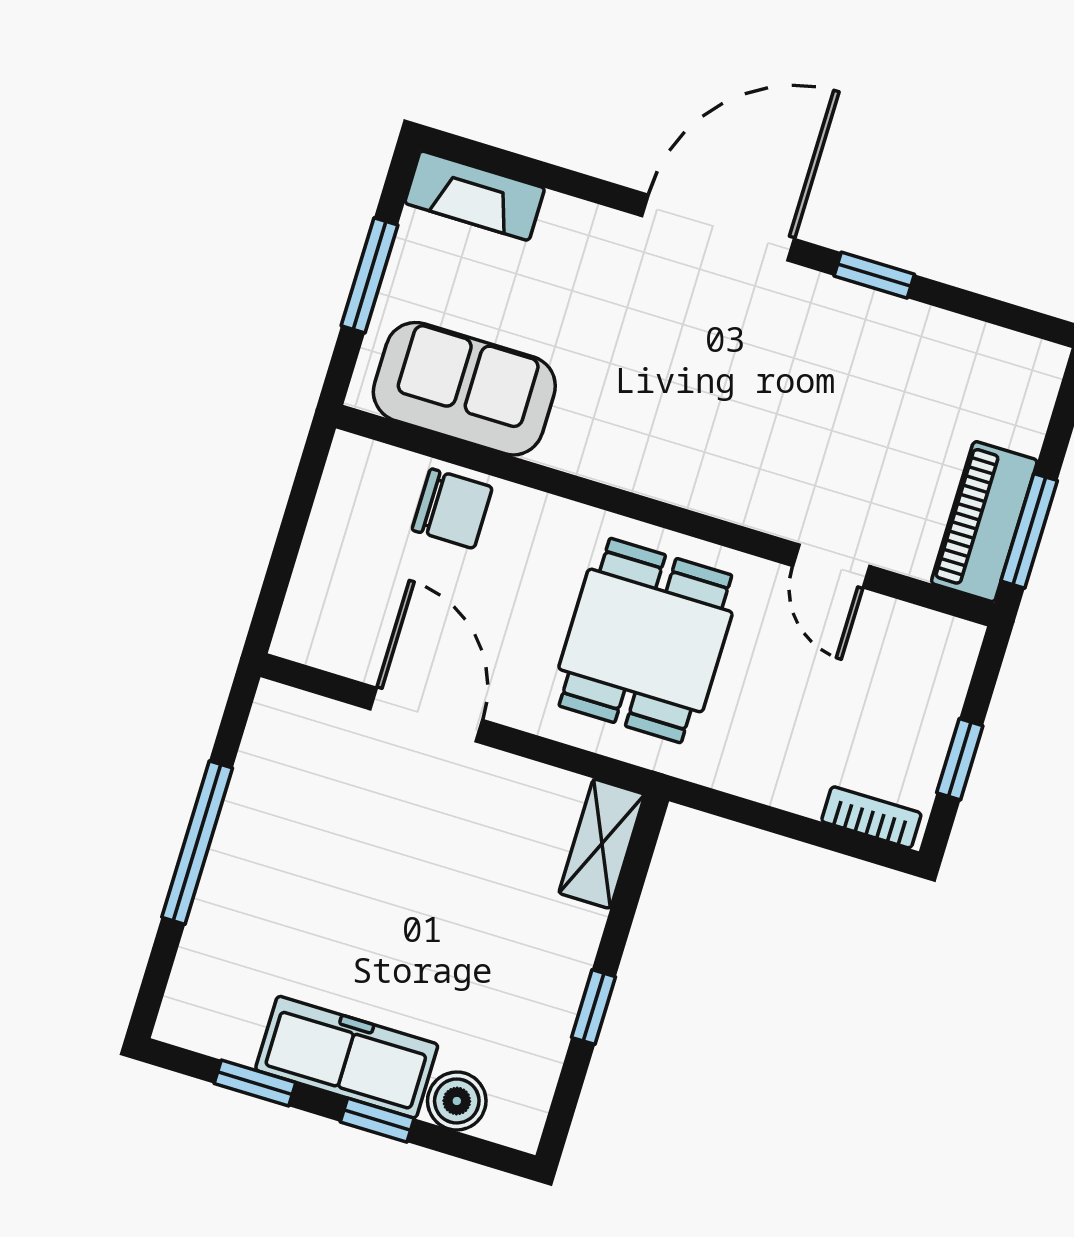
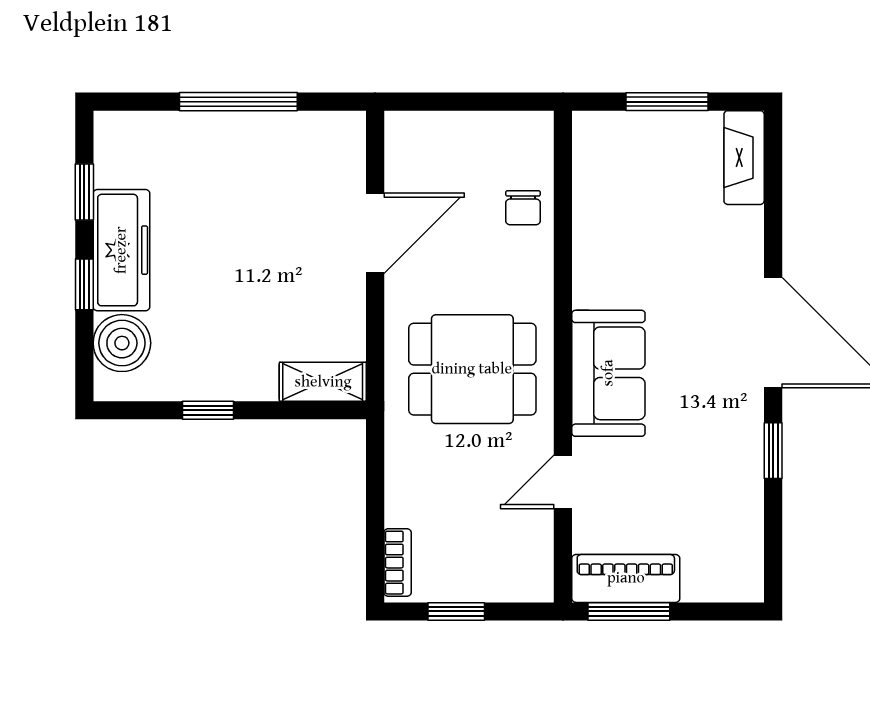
sofa: (464, 389) -> (608, 373), moved
chair: (452, 509) -> (523, 208), width x0.73, depth x0.73
boiler: (457, 1101) -> (122, 343), width x1.36, depth x1.36

